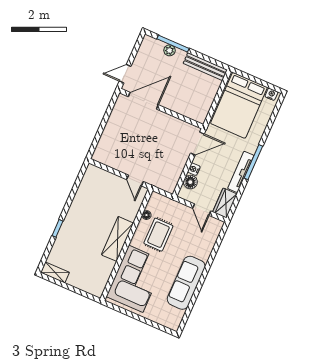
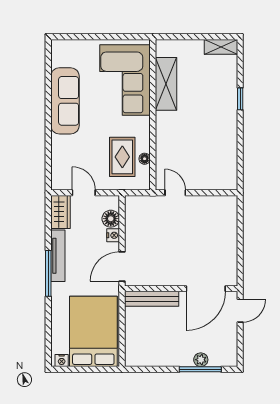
bench: (205, 67) -> (152, 299), moved
rug: (158, 235) -> (122, 157), moved
shelving: (117, 239) -> (166, 84), moved

